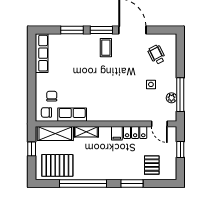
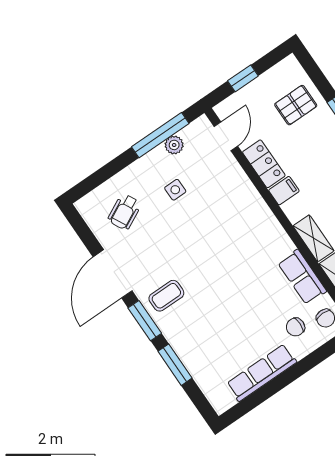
row of seats: (42, 53) -> (262, 373), moved

